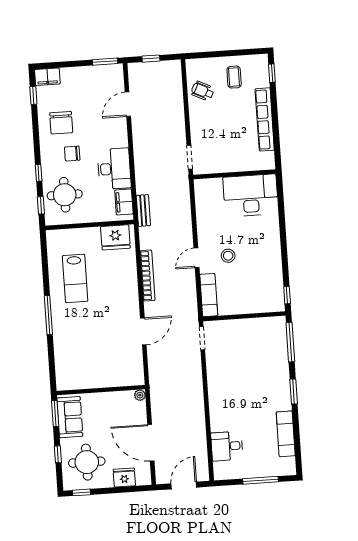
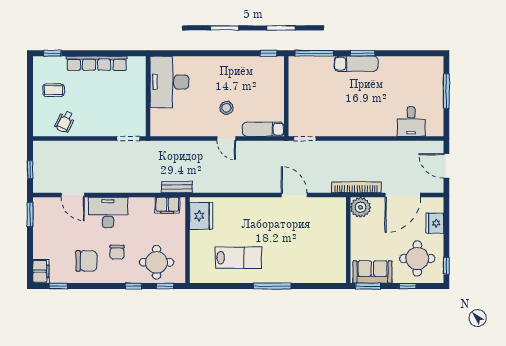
desk: (114, 169) -> (108, 213), moved
bookcase: (147, 276) -> (356, 187), moved
plant: (140, 395) -> (361, 207), width x1.88, depth x1.88
exam couch: (286, 434) -> (356, 64), moved

